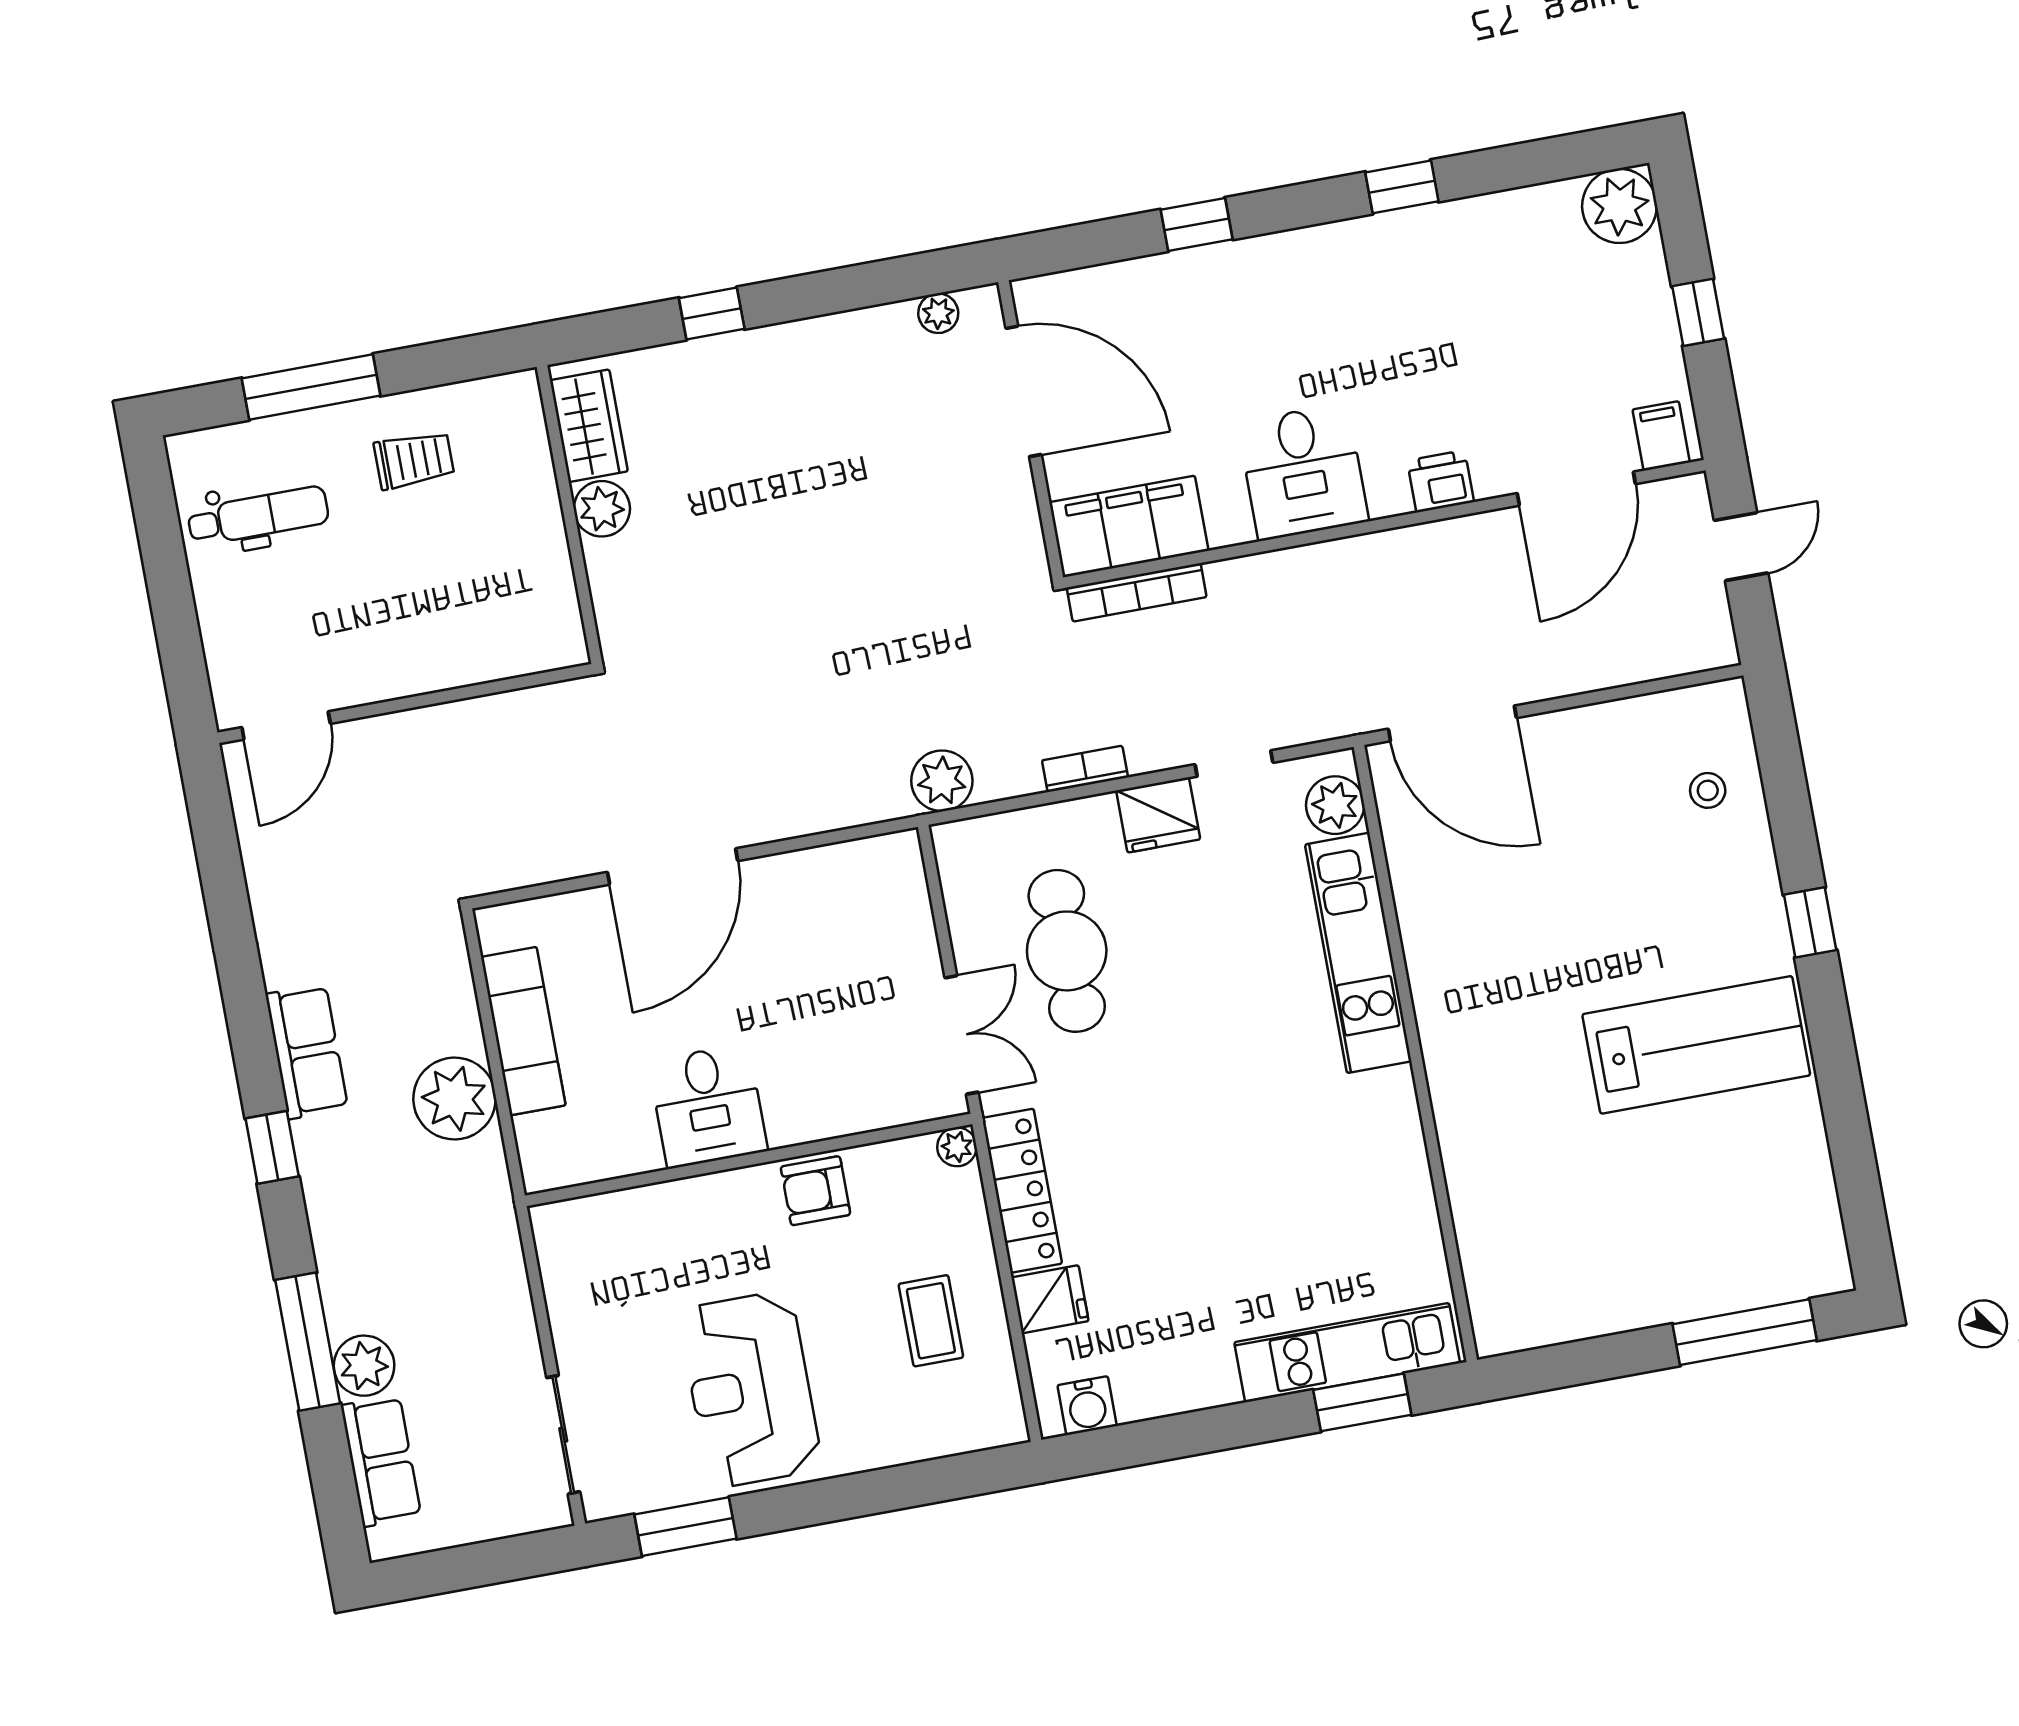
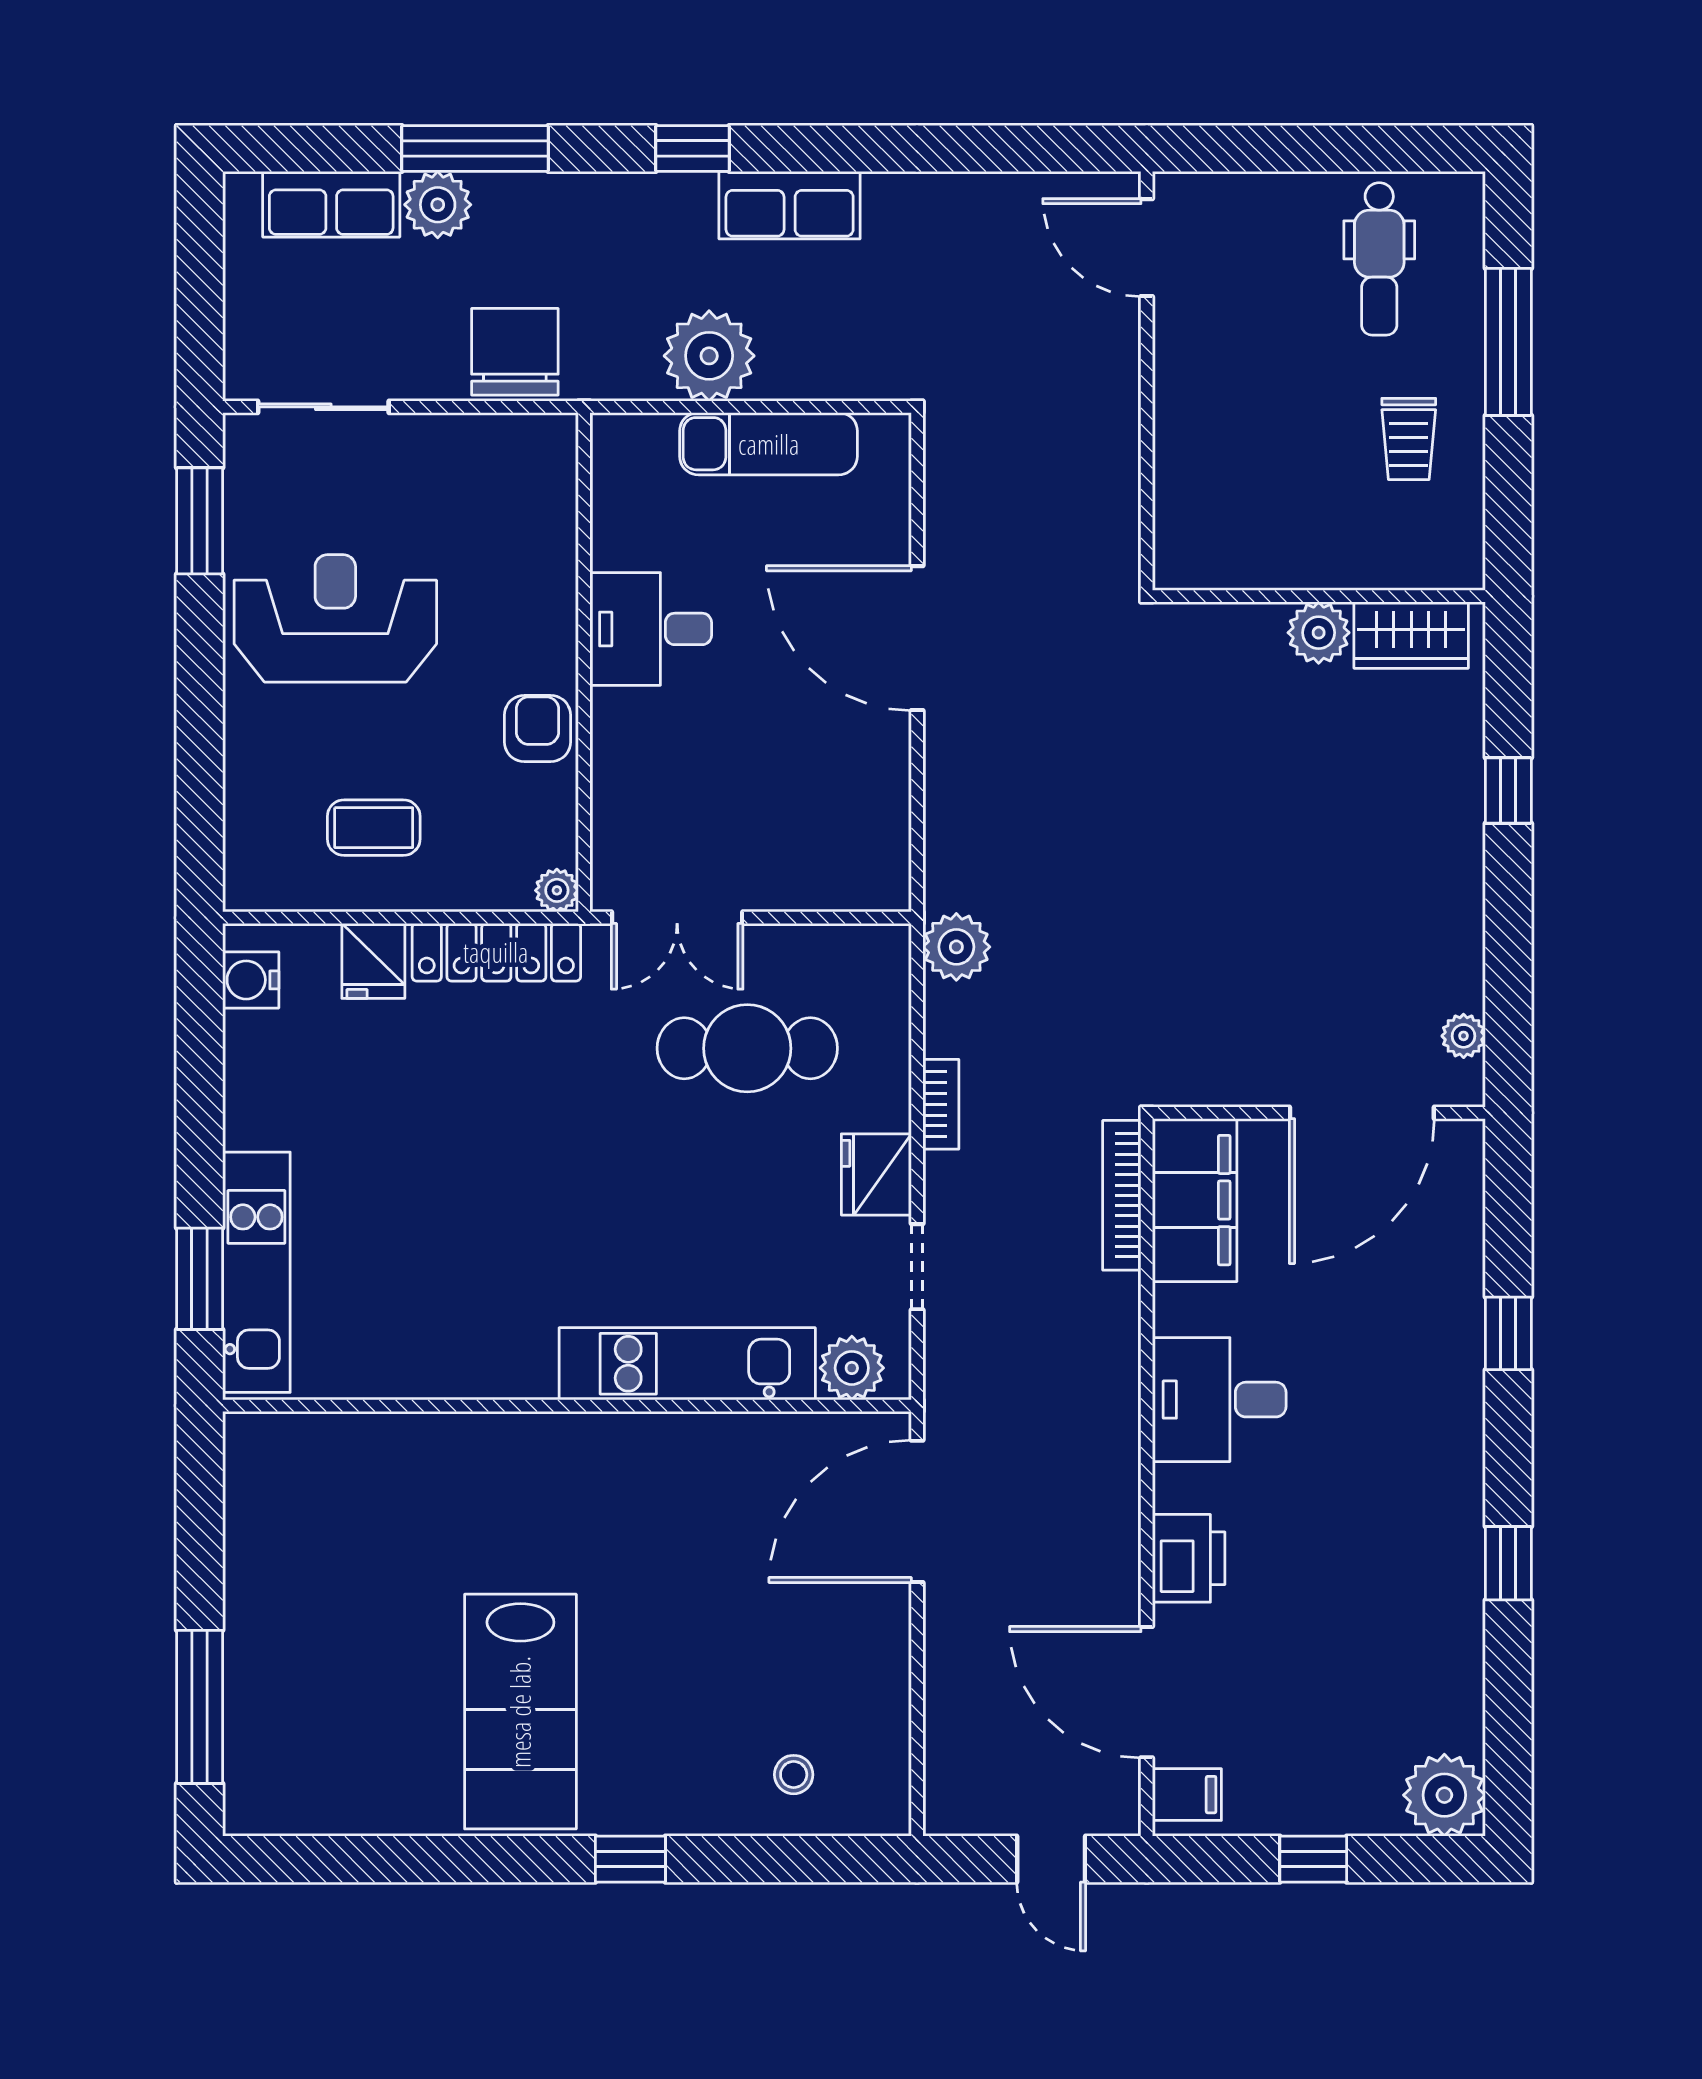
printer: (1441, 481) -> (1189, 1558), width x1.36, depth x1.24
chair: (483, 1273) -> (515, 352), added

